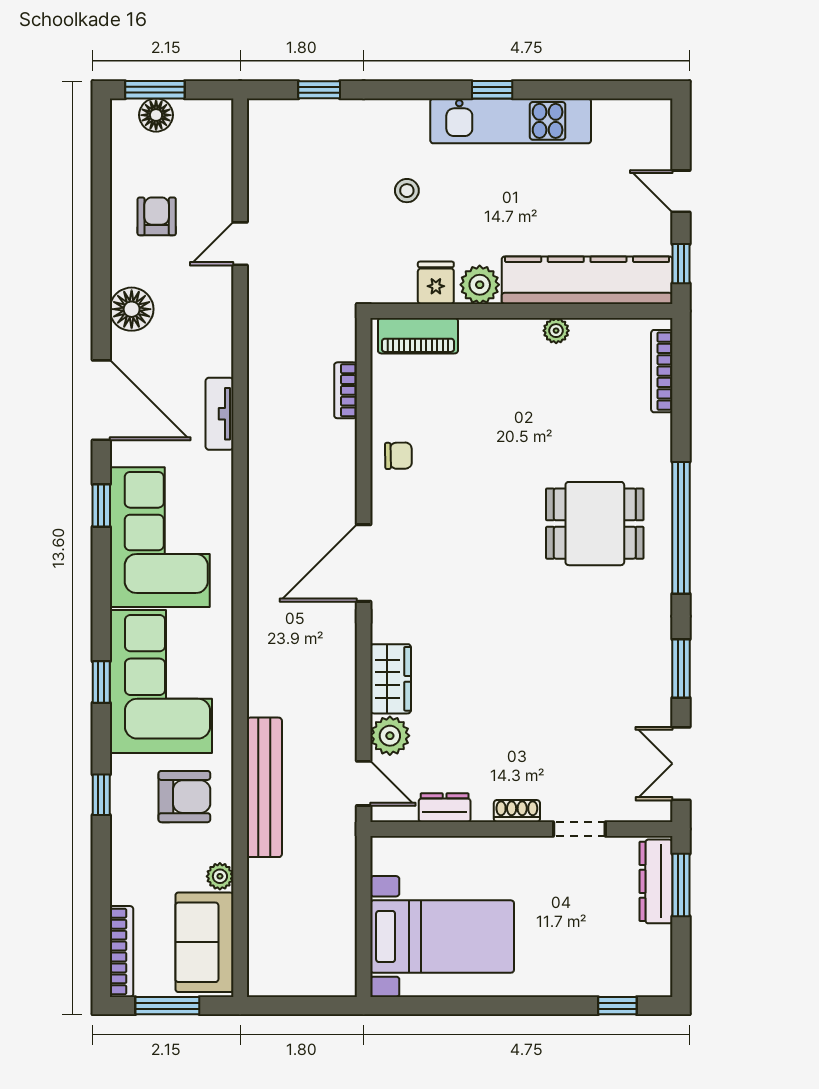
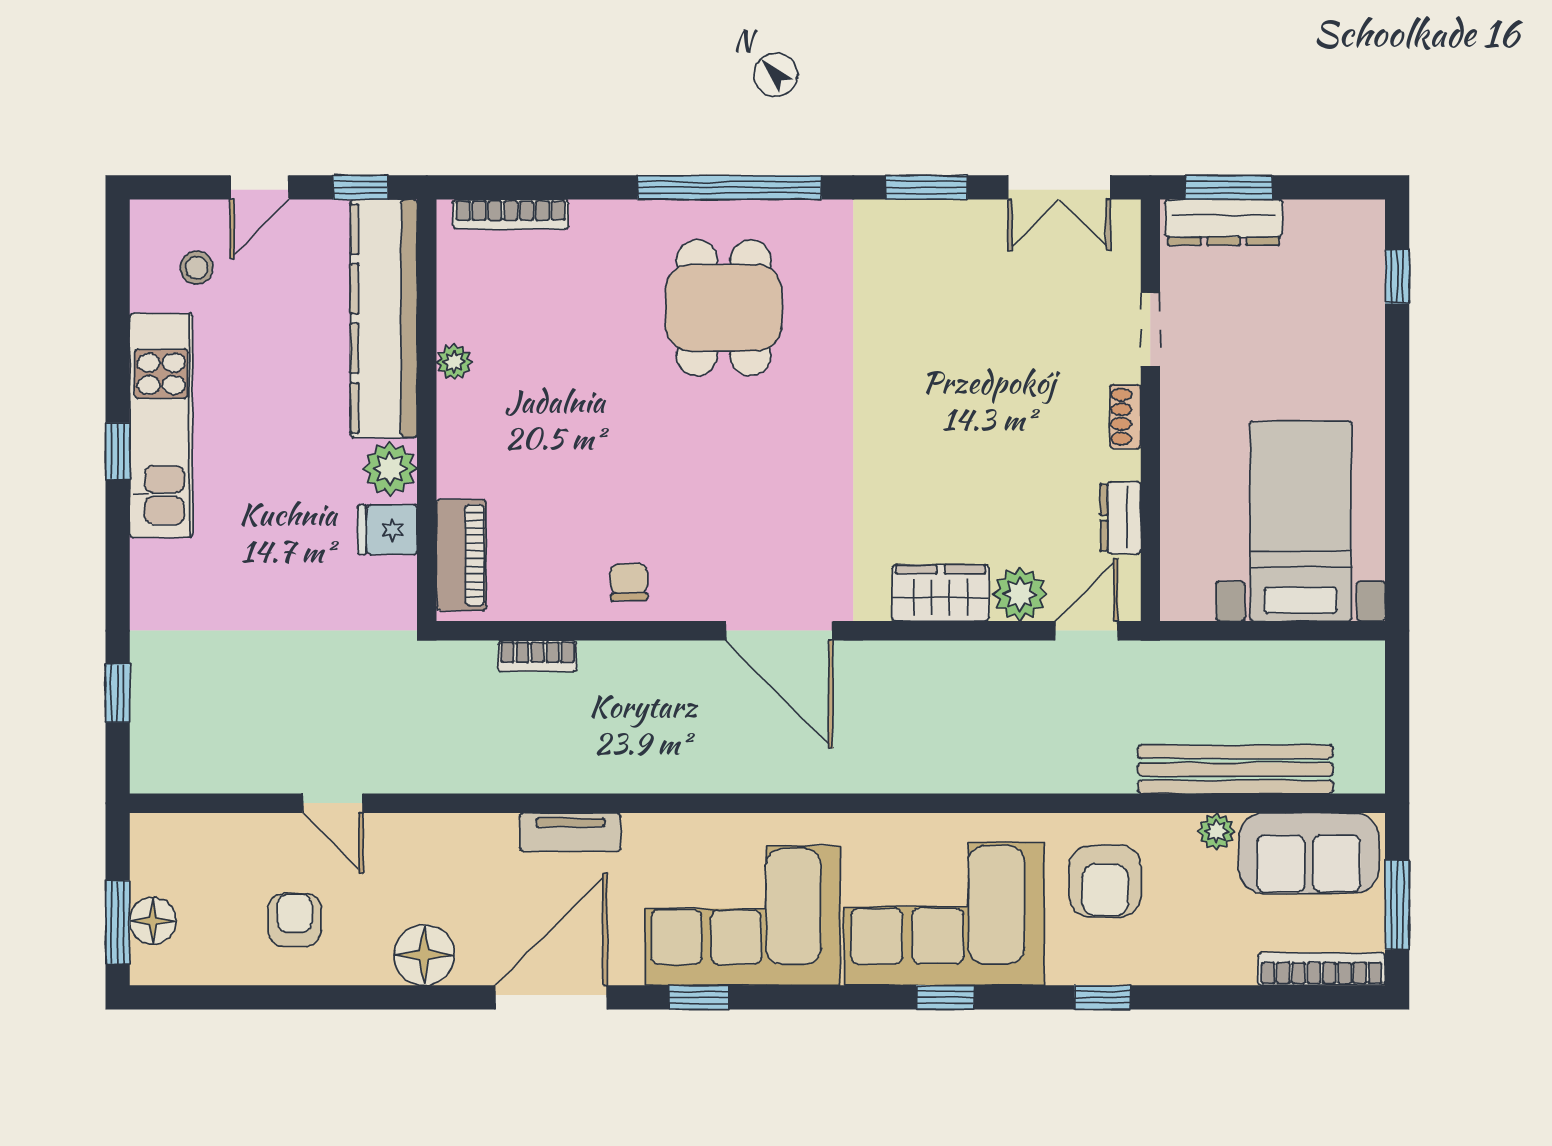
stool: (407, 191) -> (197, 268), moved
armchair: (157, 216) -> (295, 920), turned 90
bench: (264, 787) -> (1236, 769), moved
armchair: (184, 797) -> (1105, 881), turned 180

